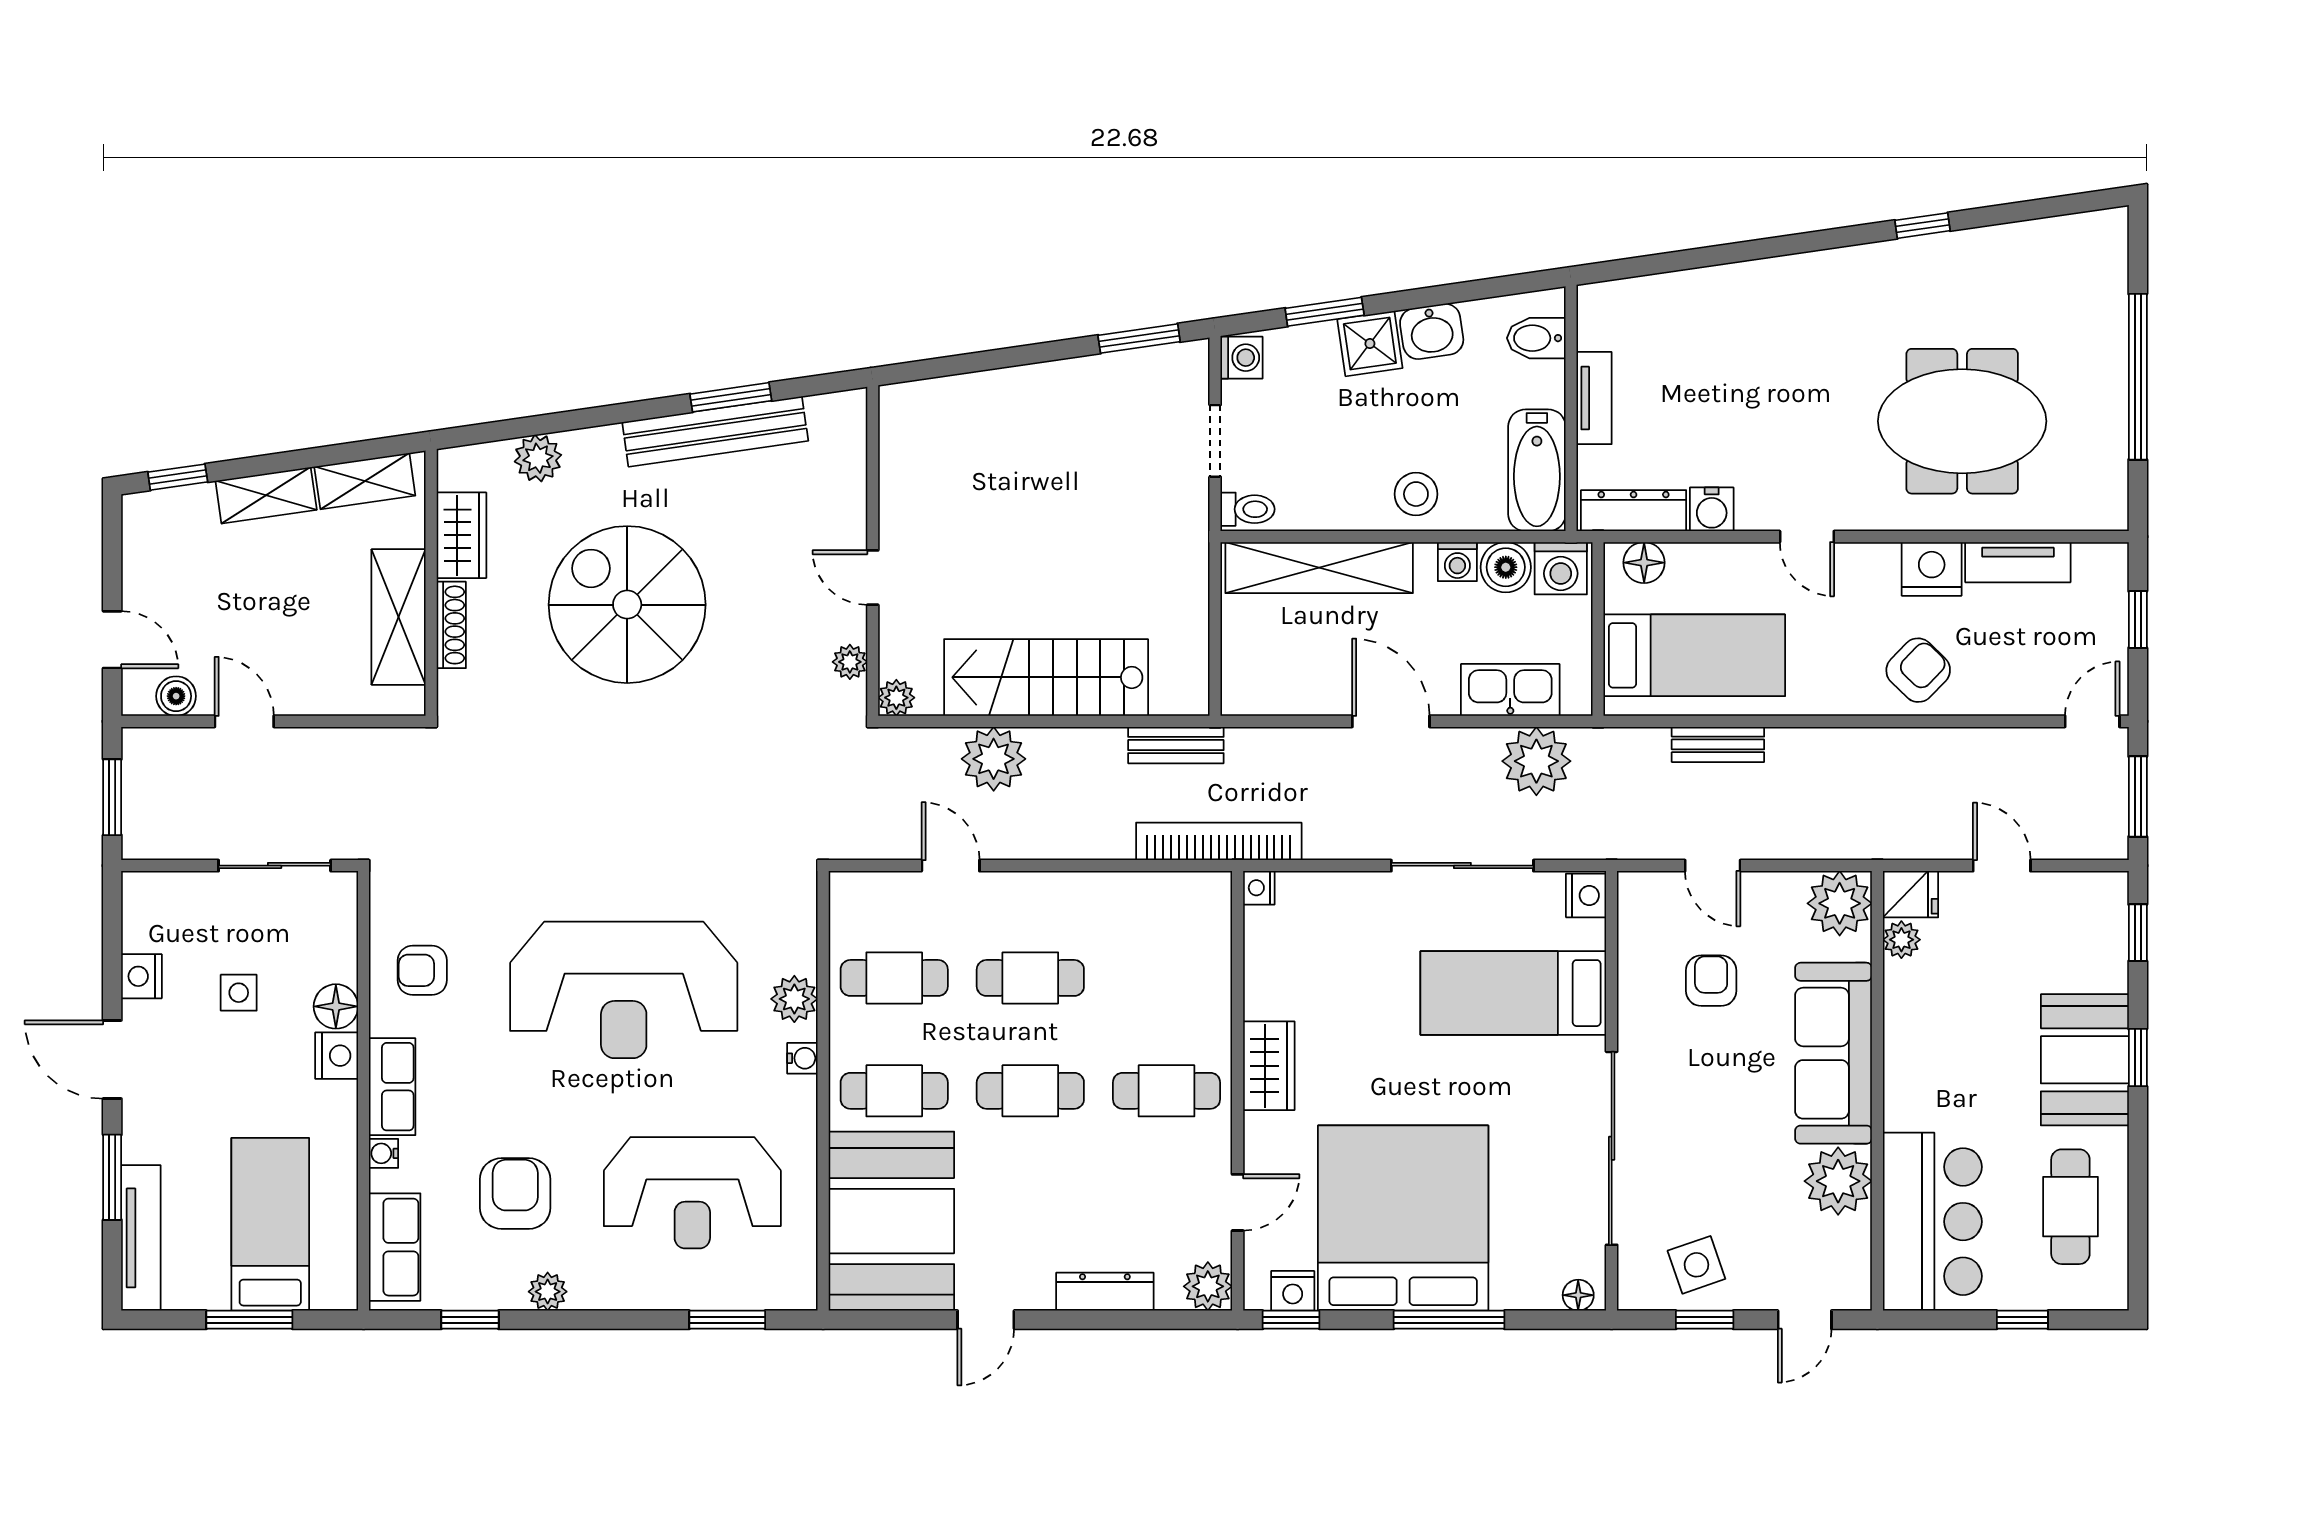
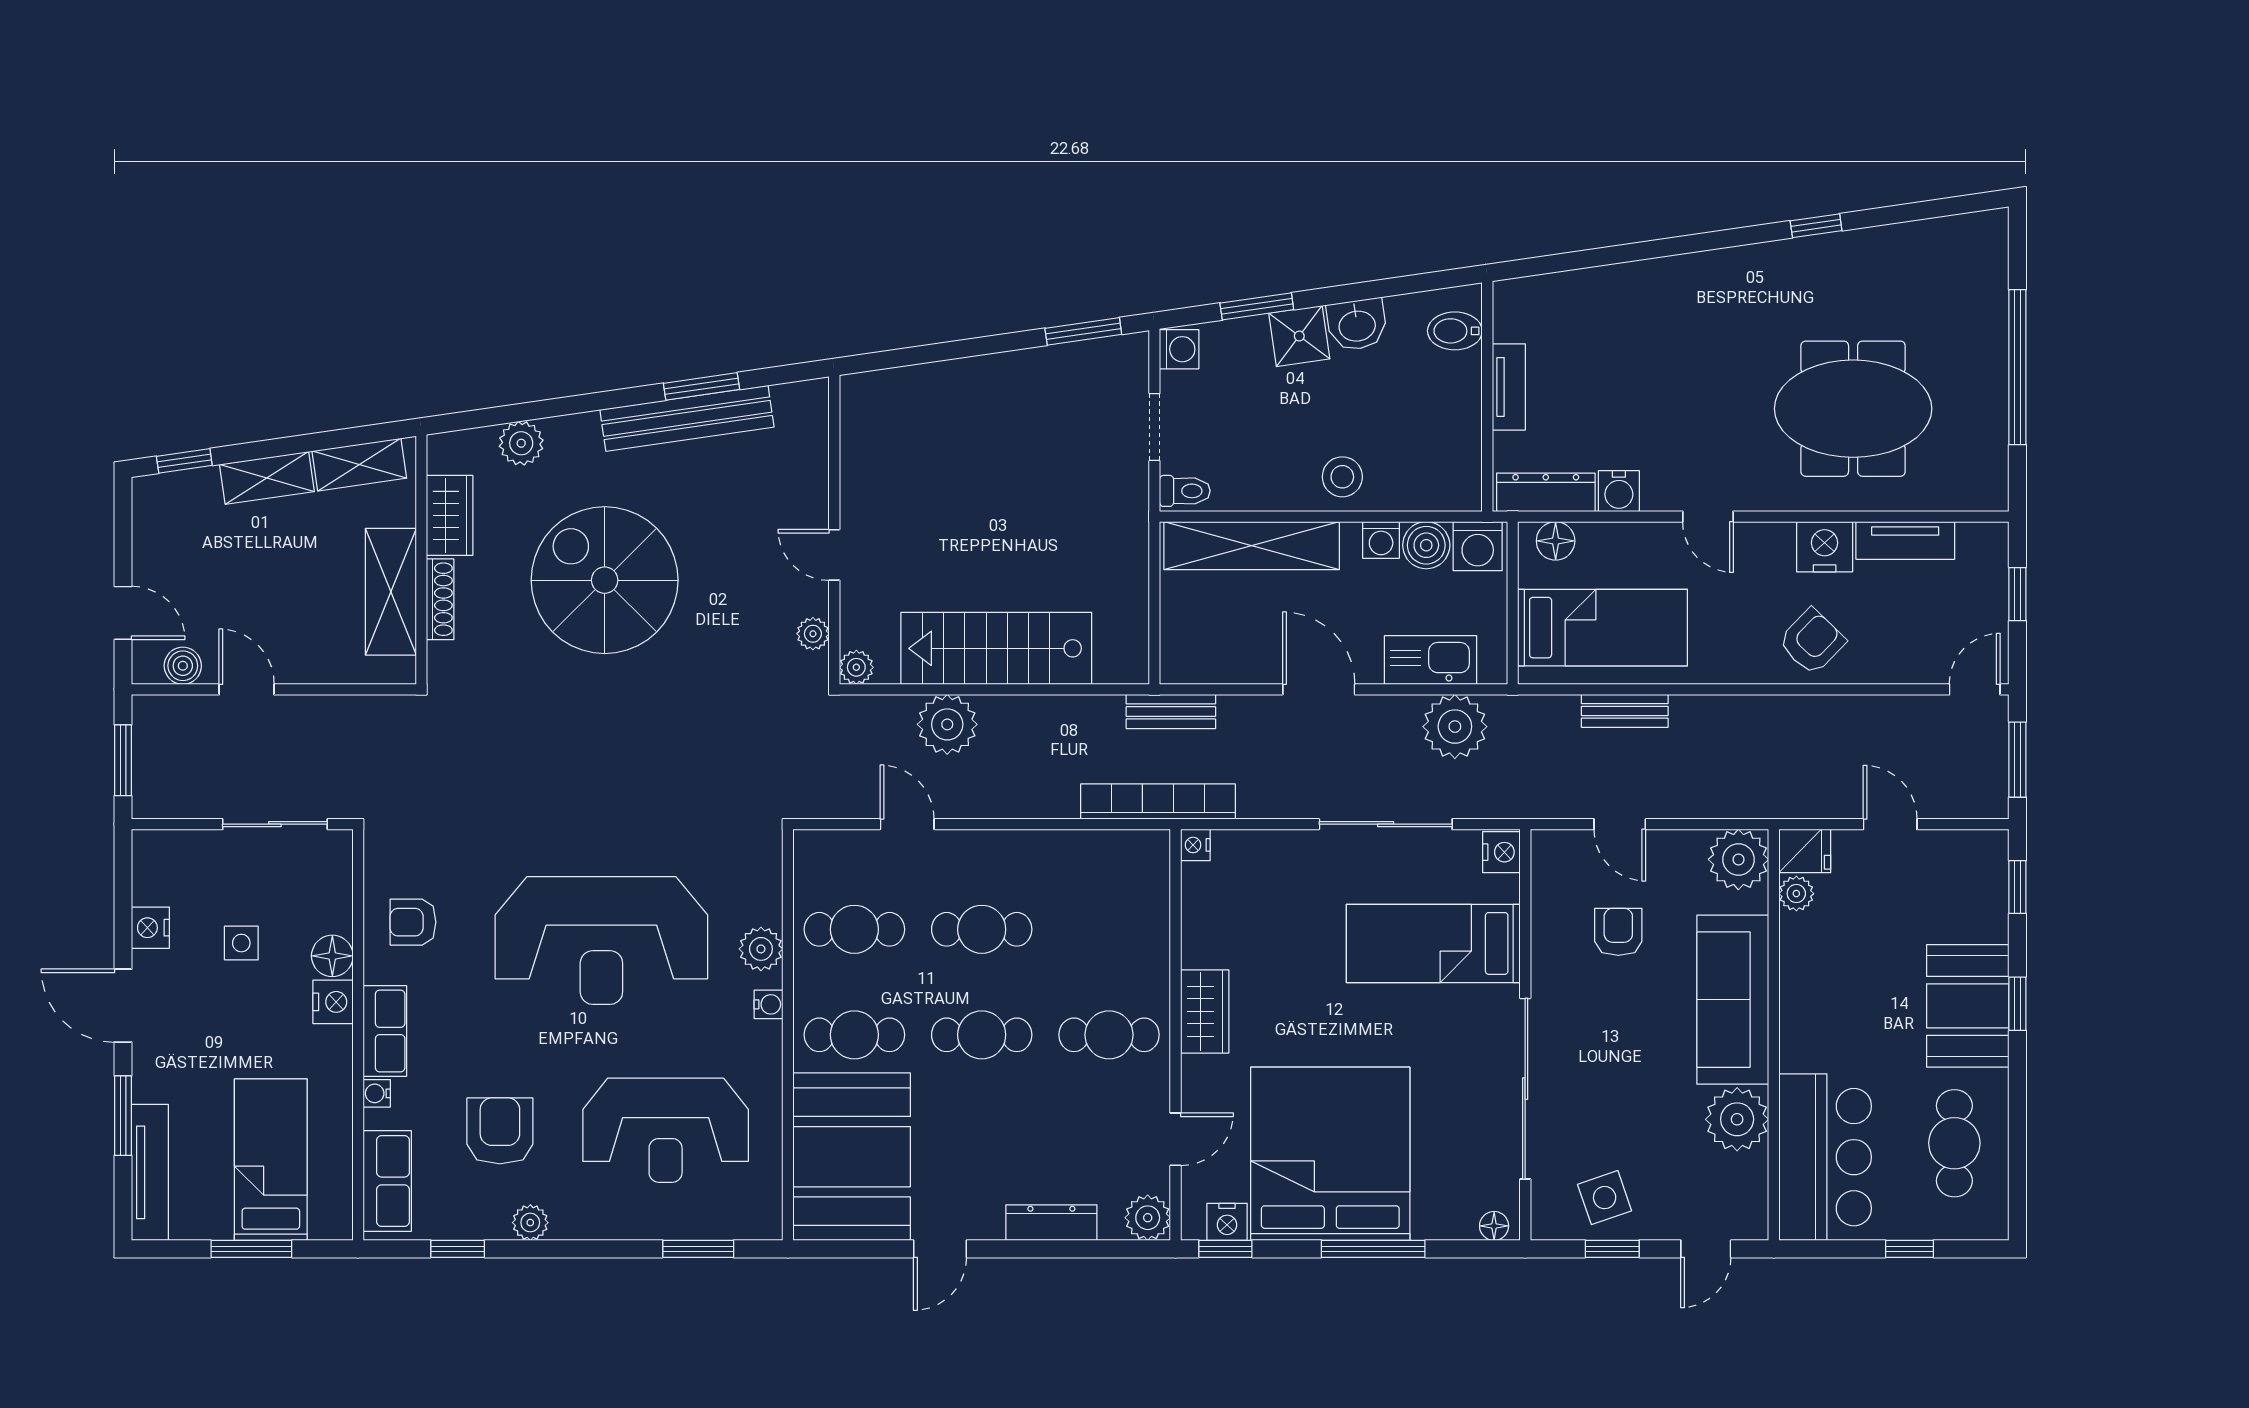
bathtub: (1537, 470) -> (1455, 455), removed
bench: (1176, 745) -> (1171, 711), moved

